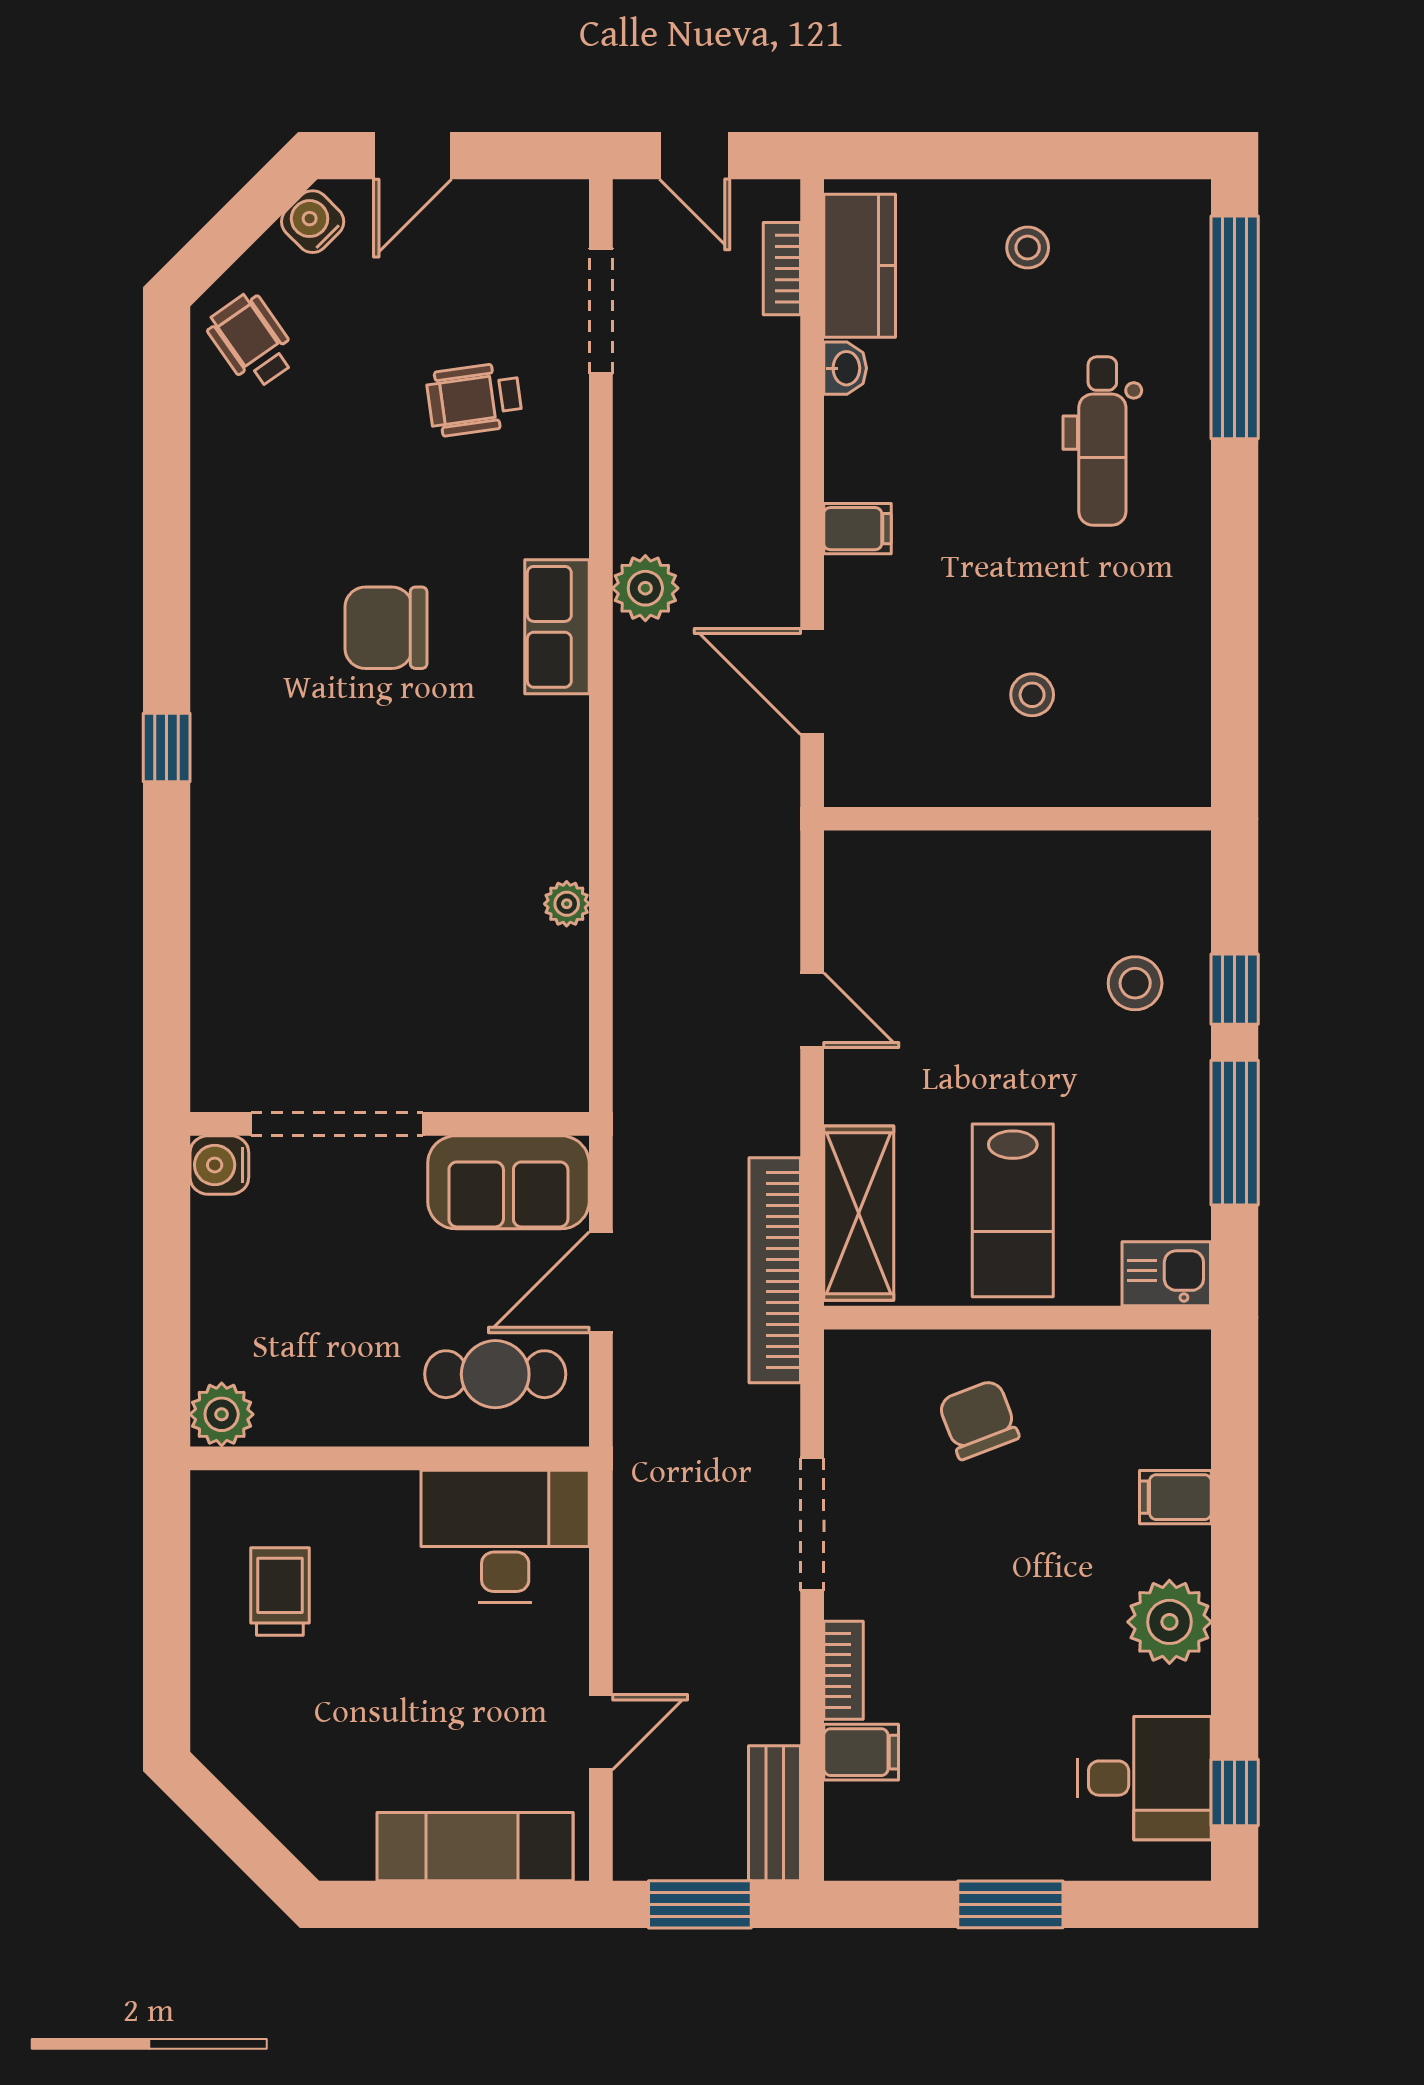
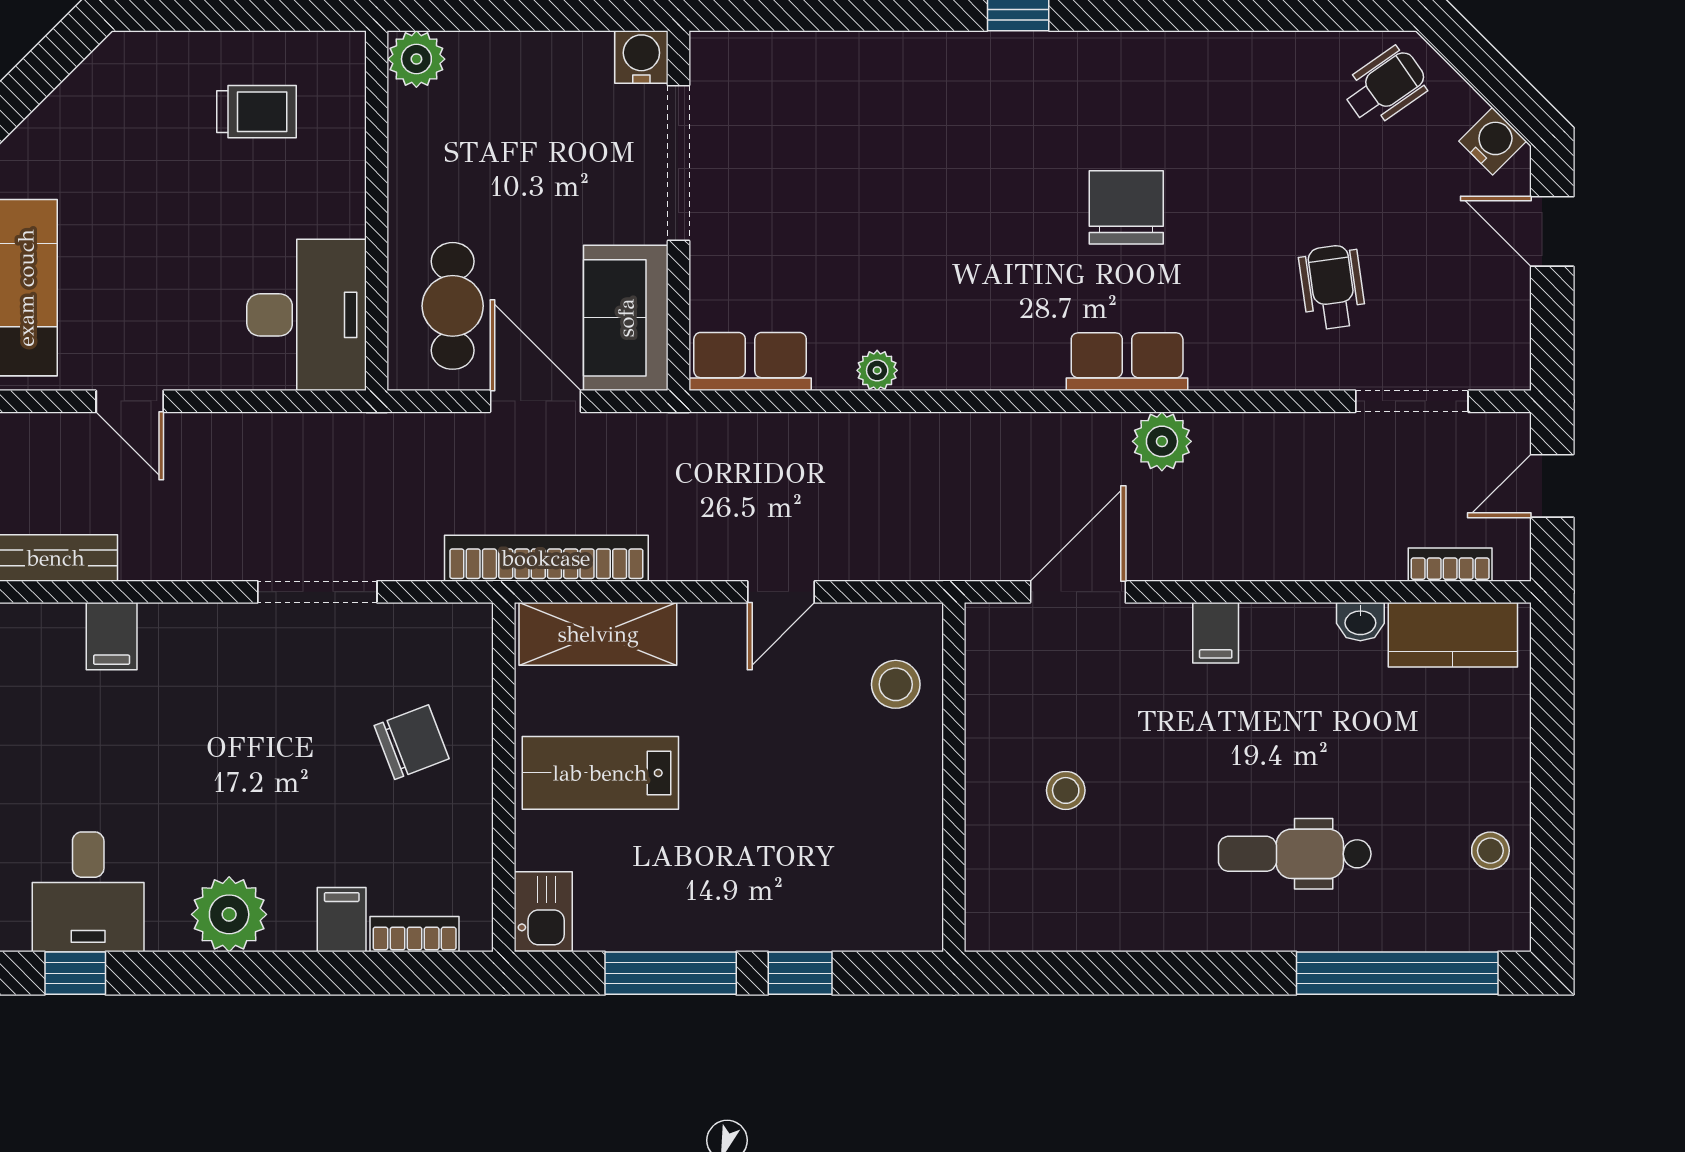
stool: (1028, 248) -> (1490, 851), moved
stool: (1135, 983) -> (896, 684), moved
row of seats: (557, 1045) -> (750, 361), added
bookcase: (844, 1670) -> (415, 934), moved, turned 180

